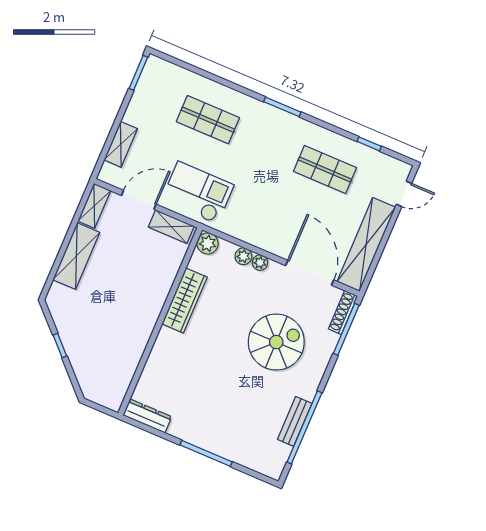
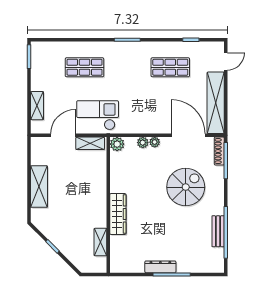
shelving: (94, 206) -> (100, 242), moved
wardrobe: (185, 300) -> (118, 214), moved
dresser: (147, 416) -> (160, 267), moved

